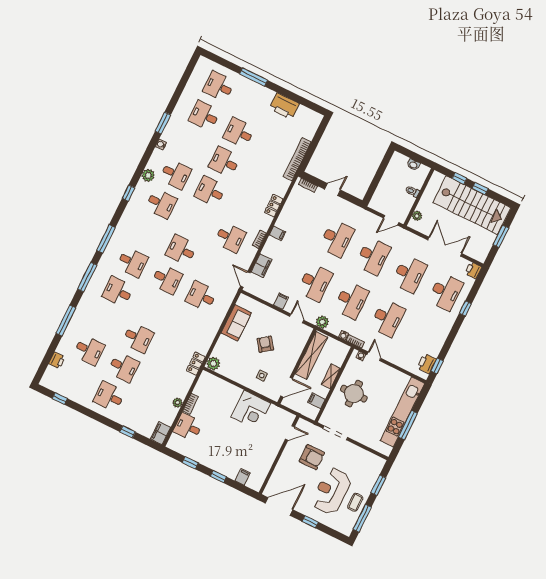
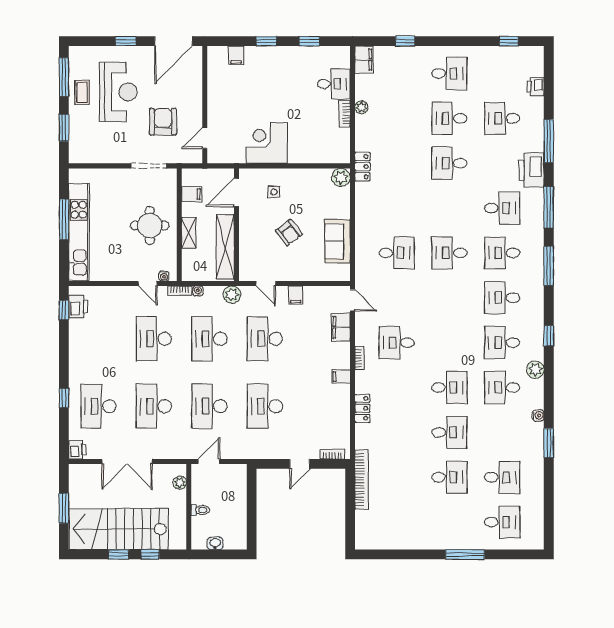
printer: (284, 106) -> (532, 170), moved, turned -90
desk: (181, 250) -> (502, 298), moved, turned 180
armchair: (312, 457) -> (163, 122), turned 90

